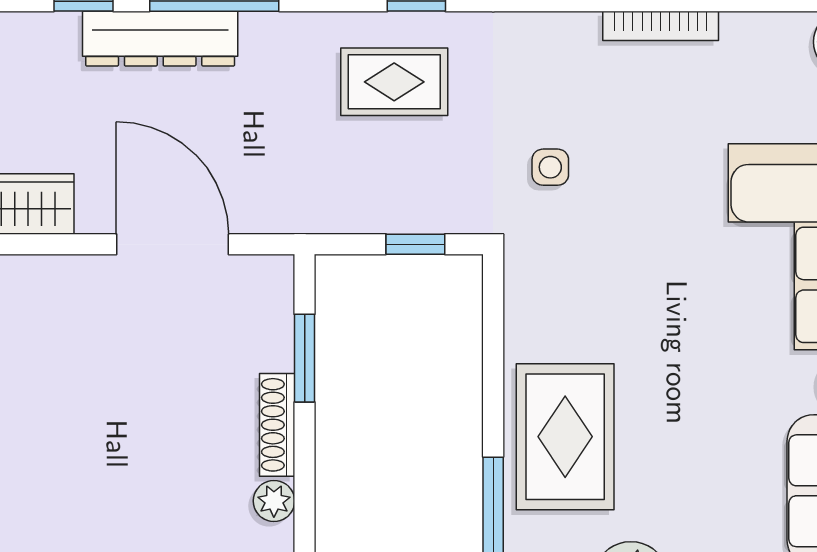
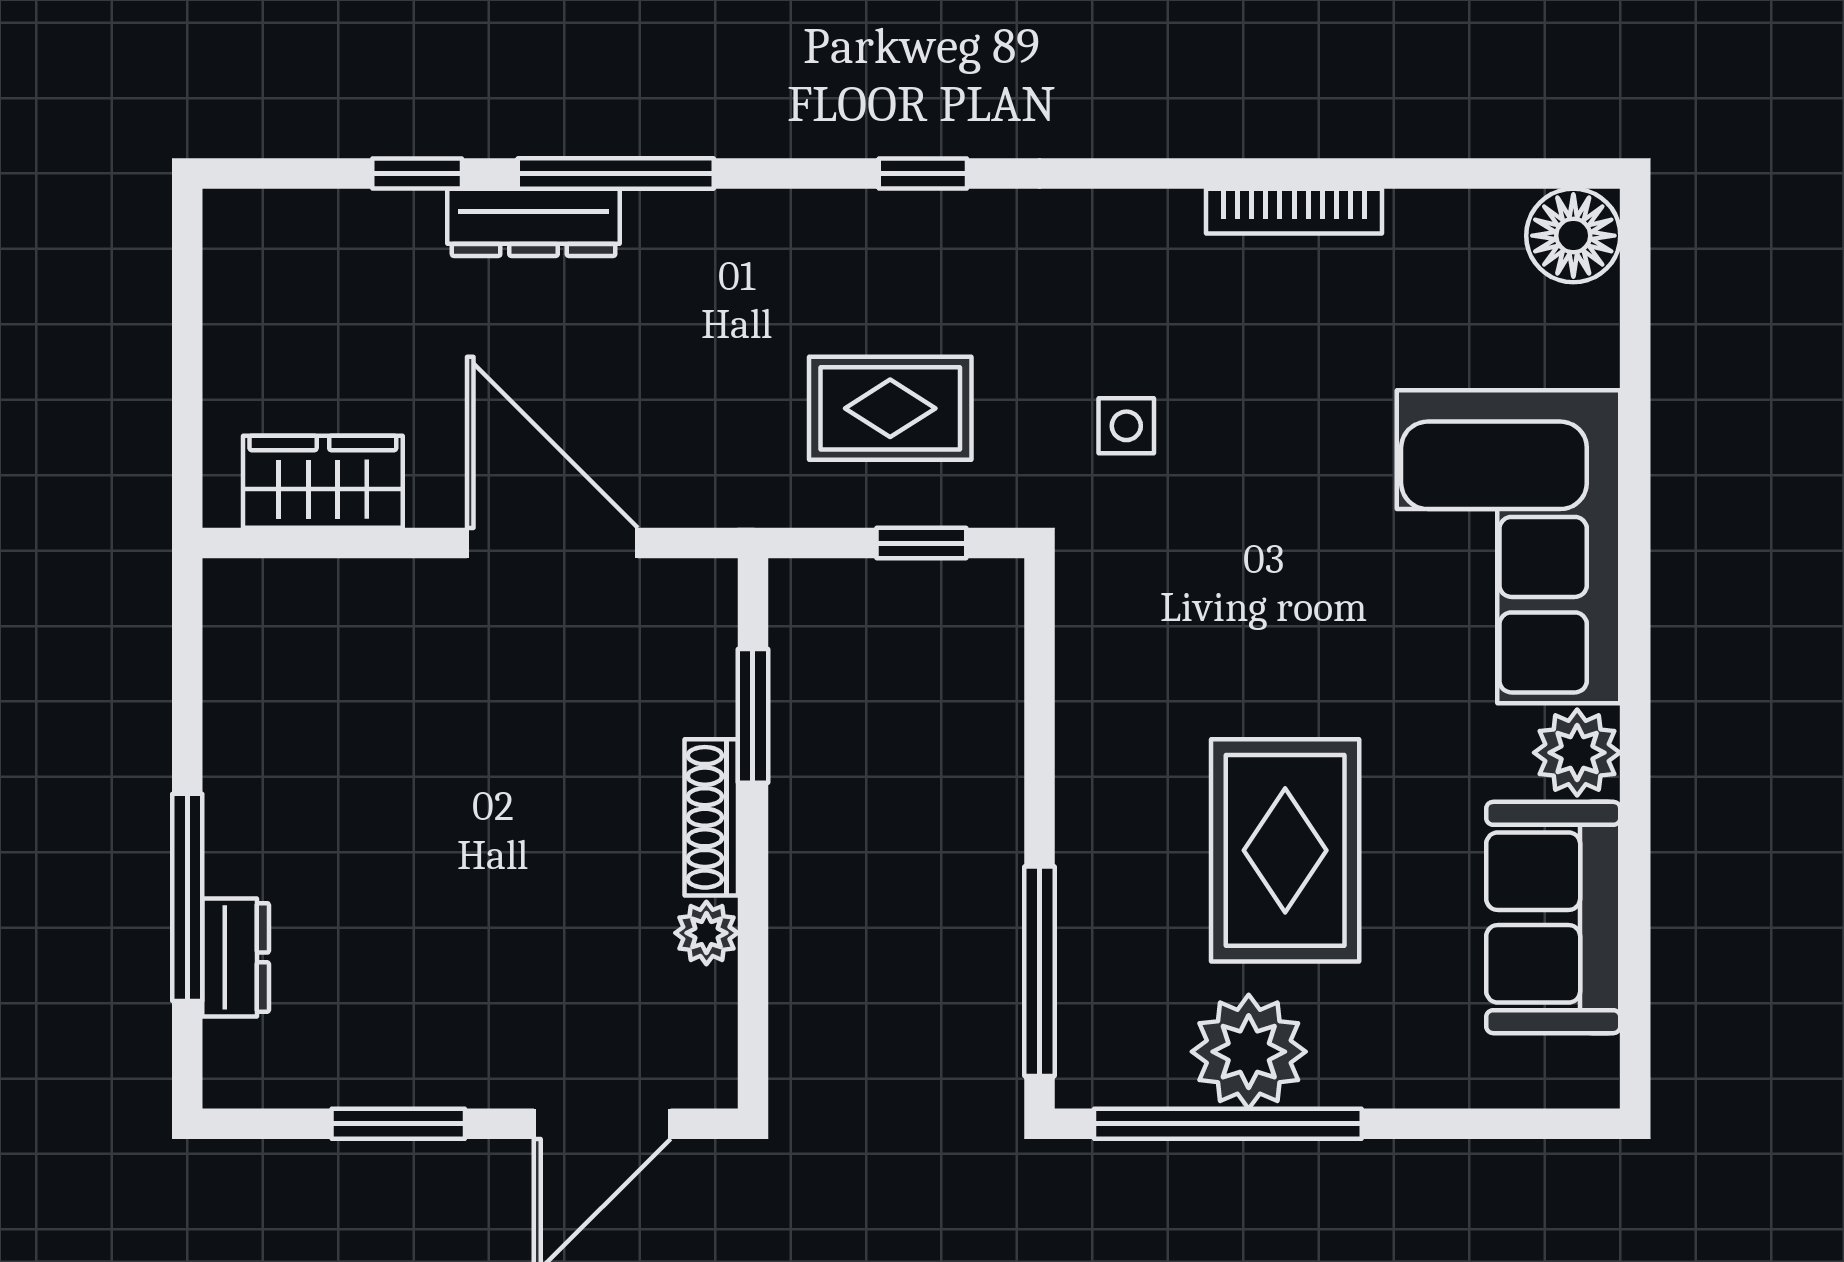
dresser: (160, 39) -> (534, 222), width x0.73, depth x0.80
rug: (394, 82) -> (890, 408), moved
rug: (565, 437) -> (1285, 850), moved

